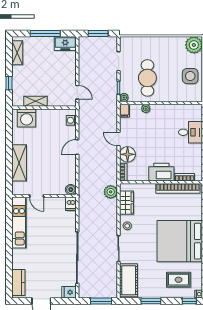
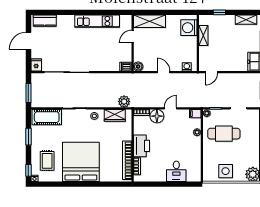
boiler: (71, 190) -> (138, 66), moved
door: (37, 196) -> (133, 37), moved
wall: (44, 196) -> (133, 43), moved
dishwasher: (71, 204) -> (126, 67), moved

